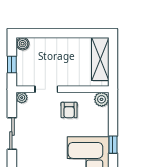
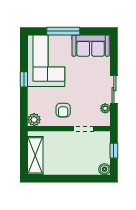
plant: (22, 98) -> (105, 108), moved
armchair: (69, 110) -> (63, 110), turned 180

